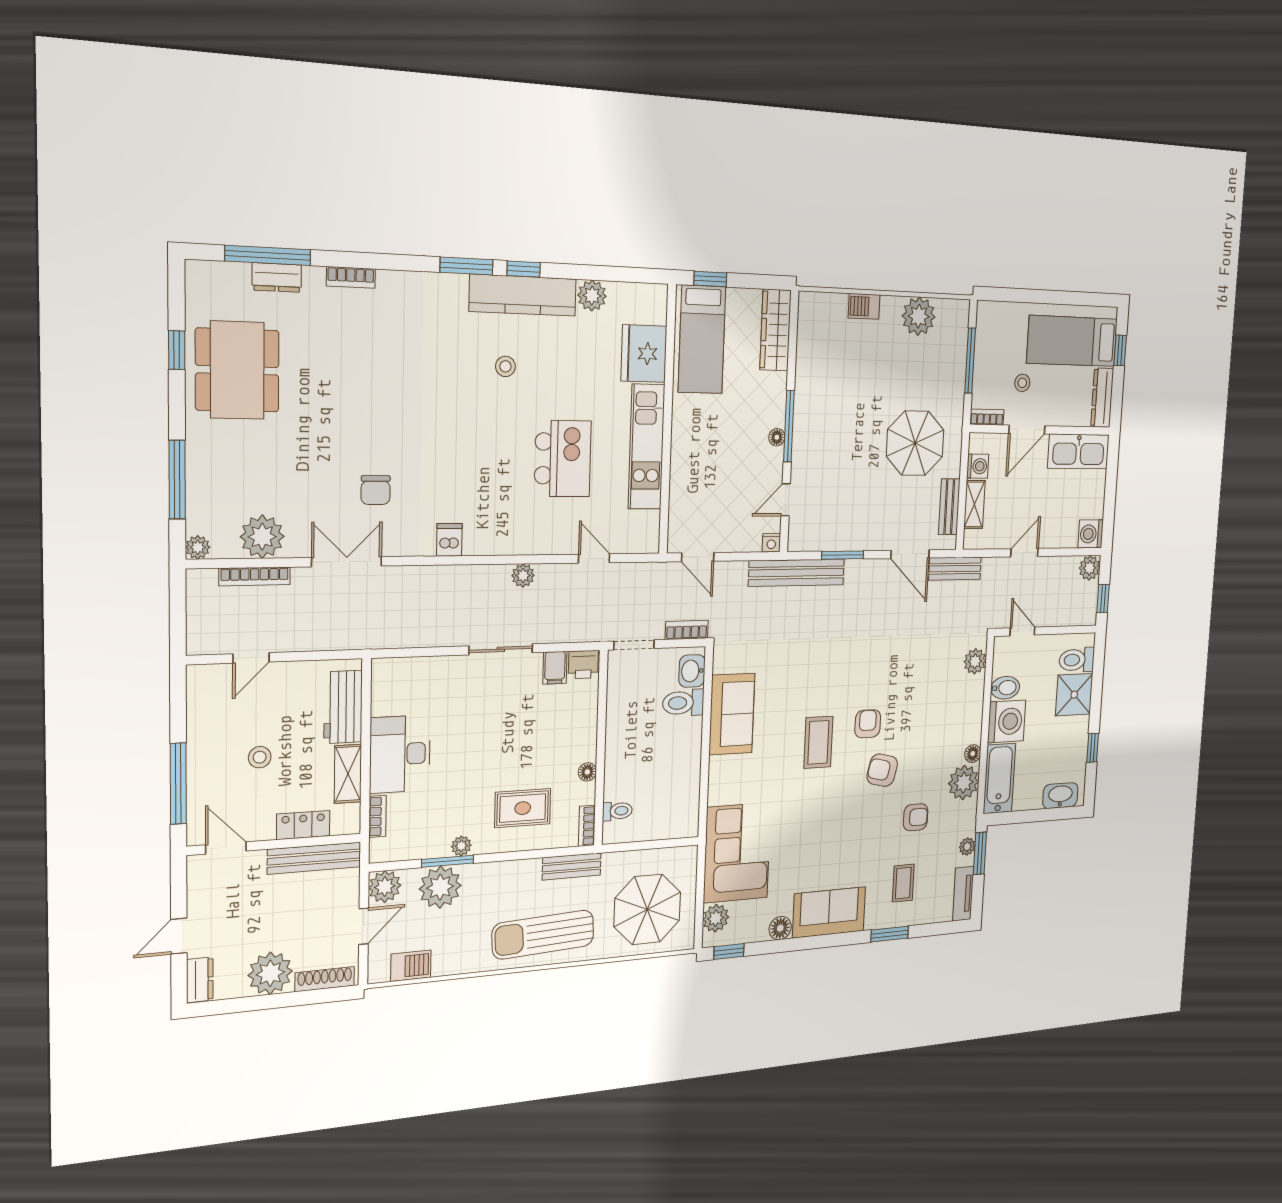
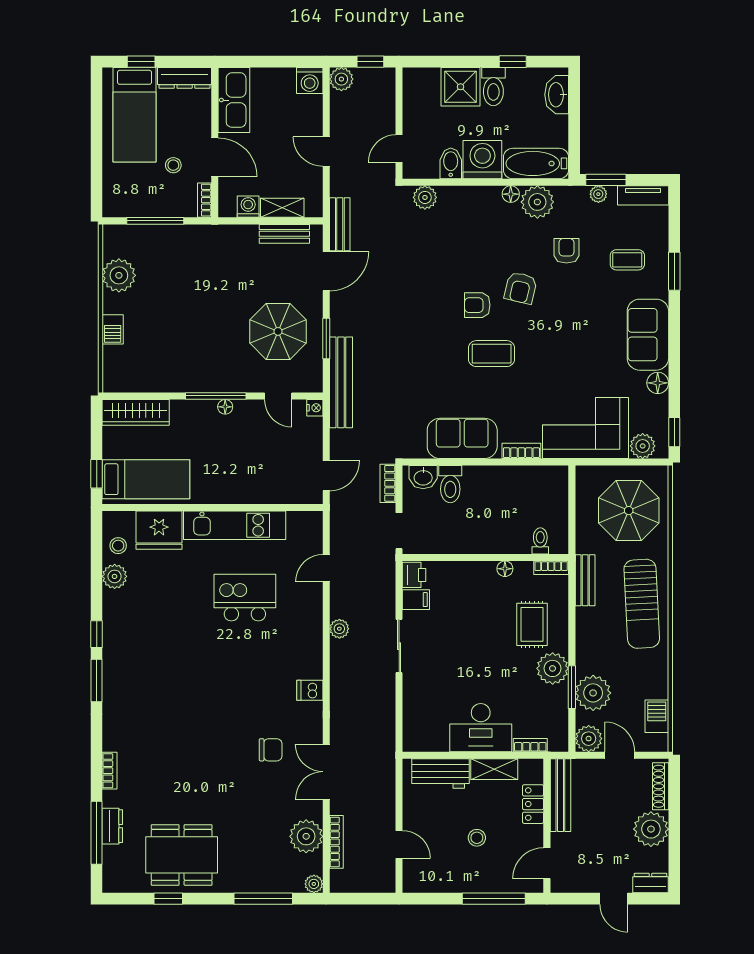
kitchen counter: (523, 295) -> (117, 634), removed
stool: (505, 366) -> (118, 546), moved
parasol: (915, 443) -> (278, 331), moved
toilet: (1077, 660) -> (493, 87), moved
bookcase: (716, 782) -> (521, 451), added
plant: (461, 846) -> (553, 668), width x1.87, depth x1.87

